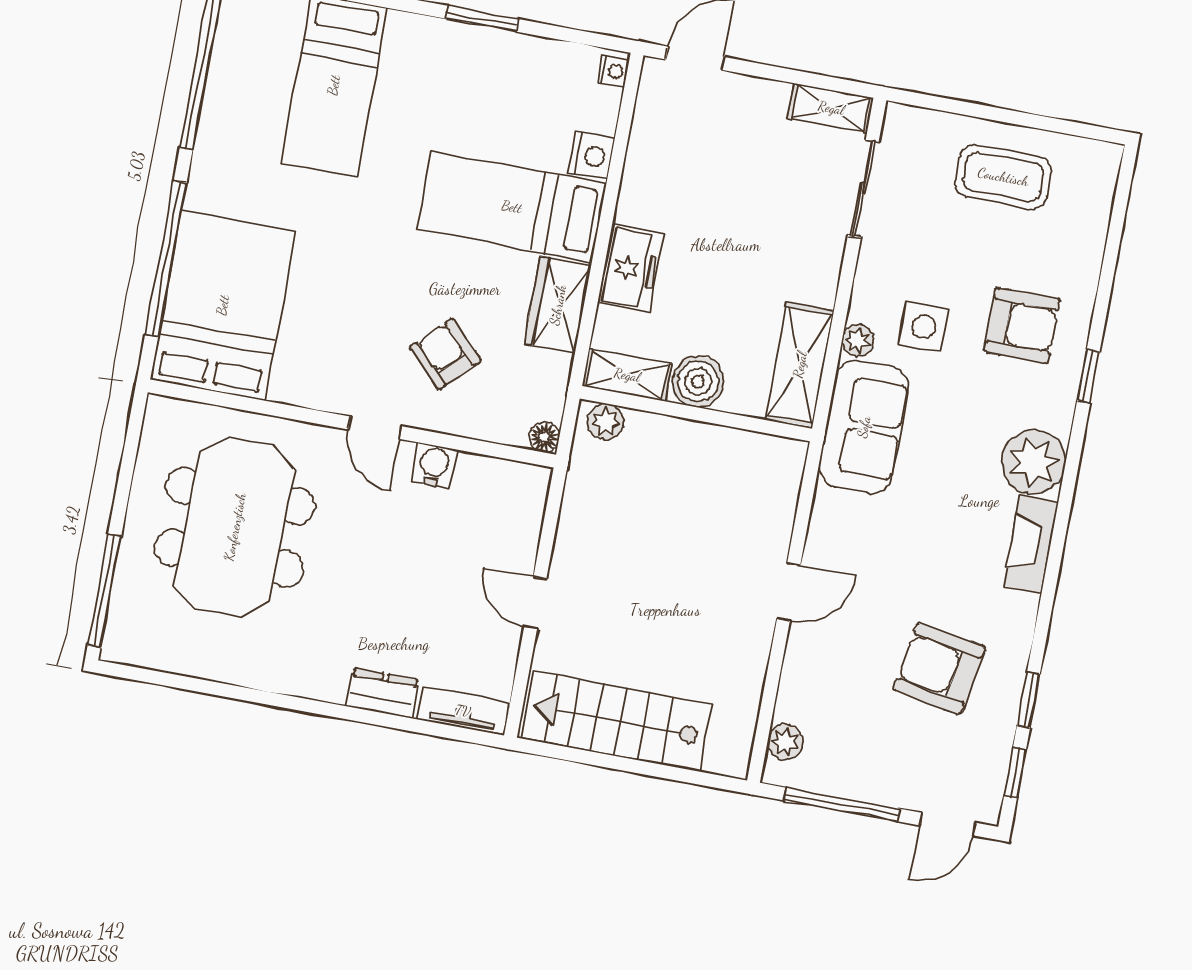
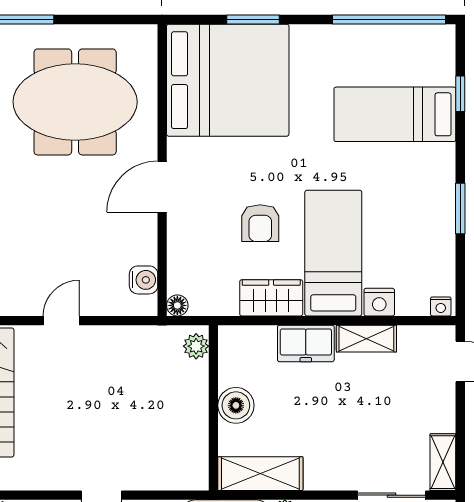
window: (166, 258) -> (253, 20), width x0.47
bed: (223, 305) -> (228, 80), width x1.36
armchair: (445, 354) -> (260, 223), moved, turned 135
shelving: (627, 375) -> (366, 339), moved, turned 90
door: (375, 428) -> (162, 187), width x1.38
water cooler: (434, 465) -> (144, 280), moved

